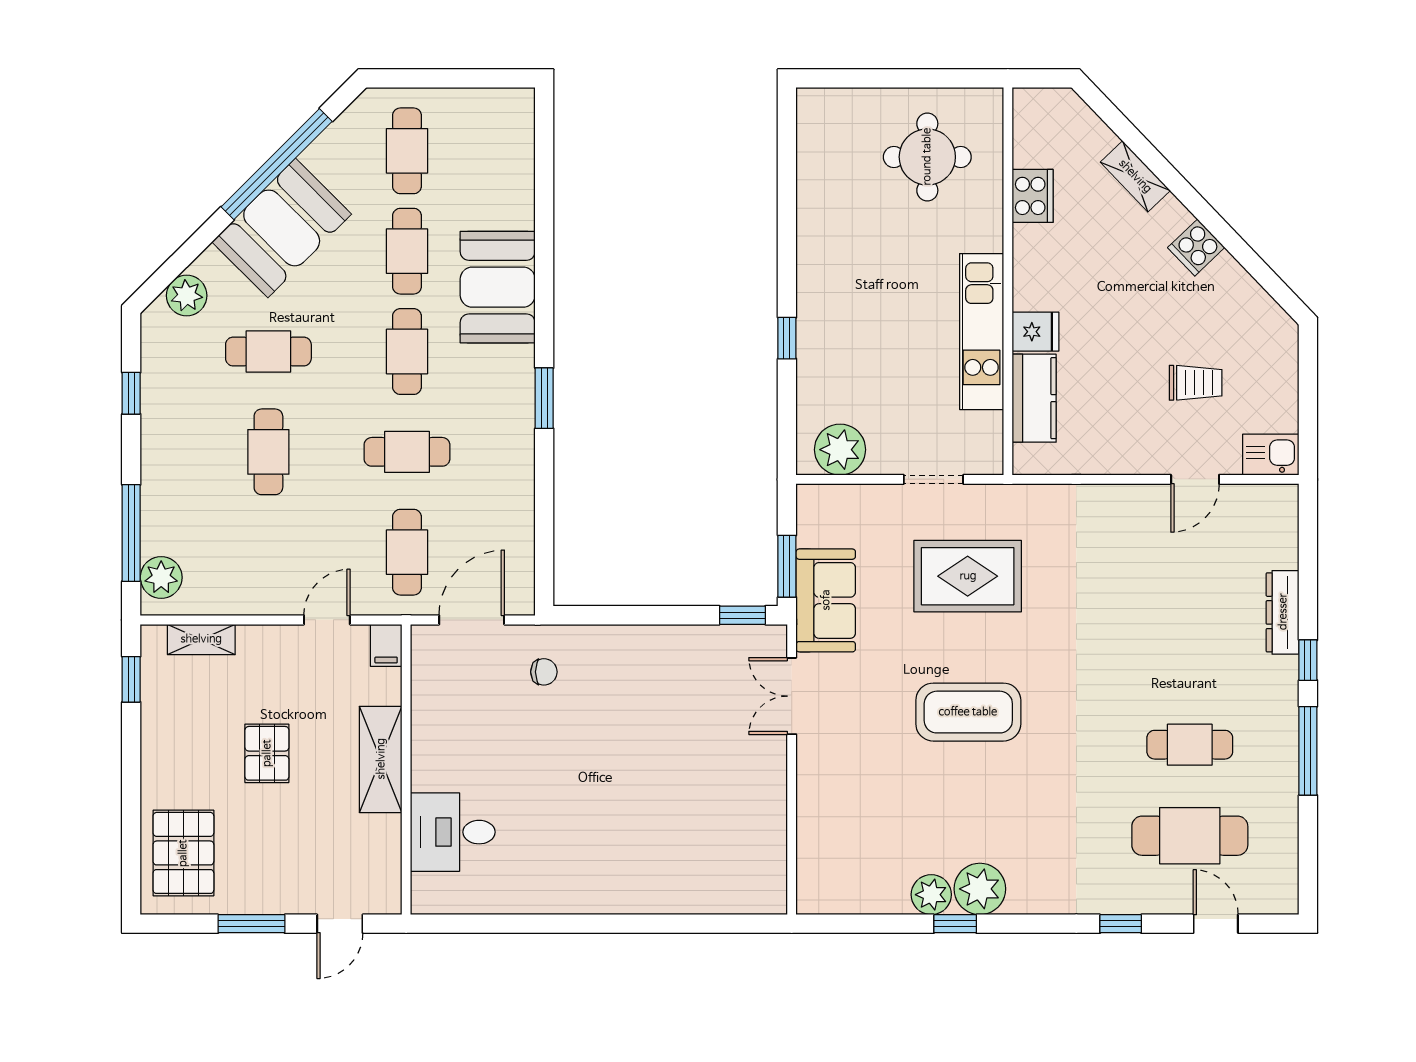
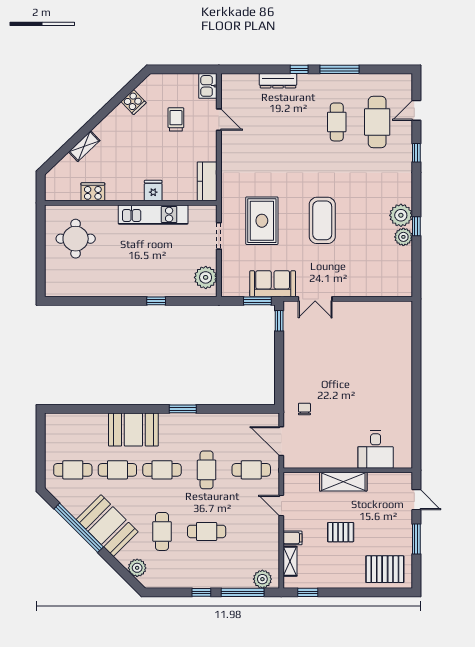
cooker: (1196, 248) -> (134, 102), moved
window: (131, 393) -> (201, 592), moved
kitchen counter: (1034, 398) -> (207, 181), moved, turned -90
filing cabinet: (386, 645) -> (293, 538), moved

